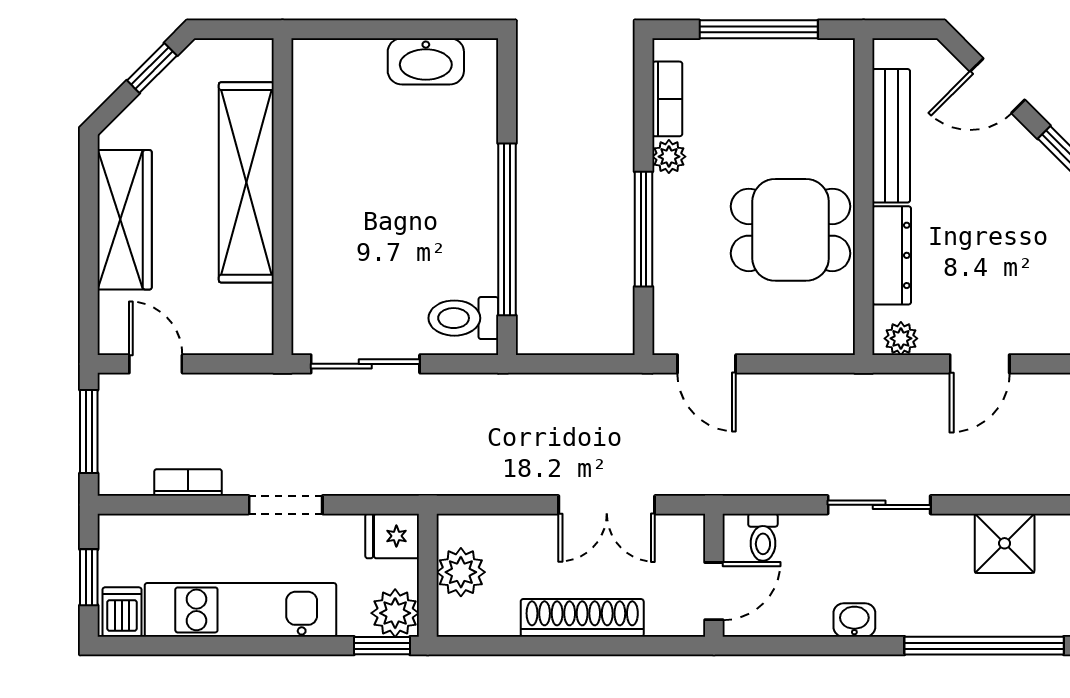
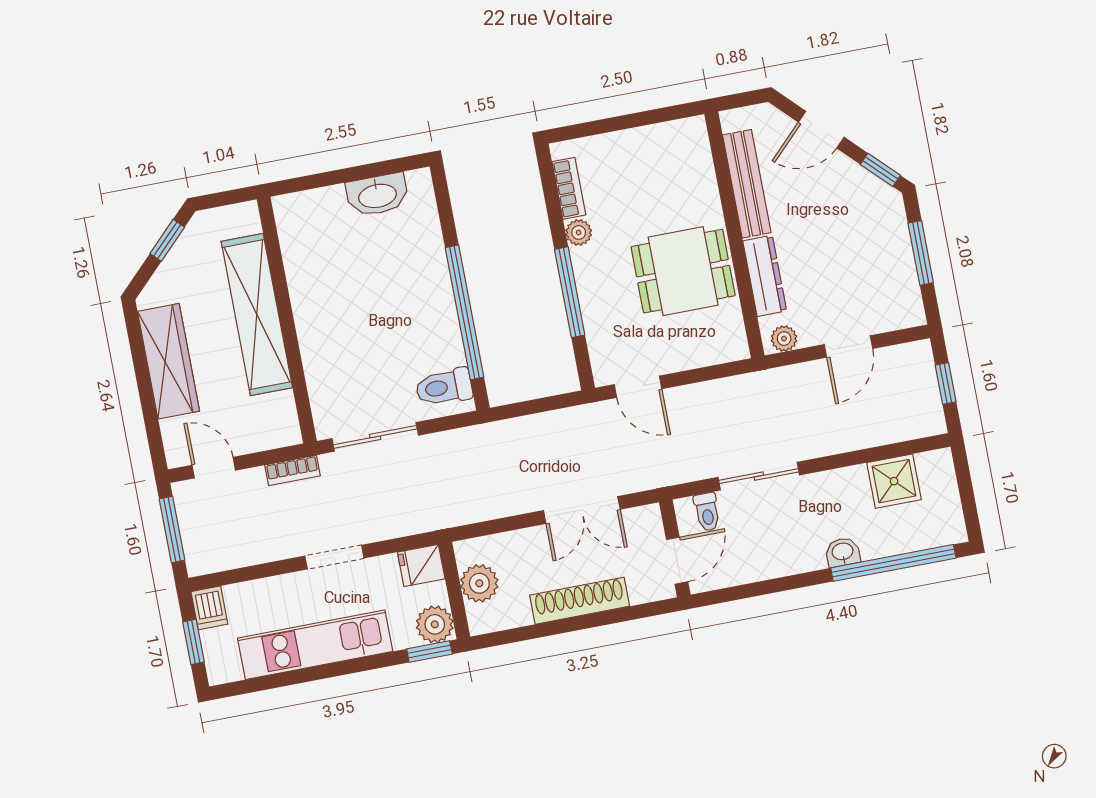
window: (759, 29) -> (629, 121), removed
bookcase: (188, 483) -> (292, 470), moved, turned 180
sliding door: (879, 505) -> (759, 476), moved
dishwasher: (122, 612) -> (209, 608), moved, turned 180
washbasin: (854, 620) -> (843, 552), moved

